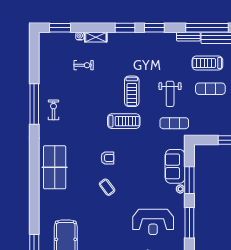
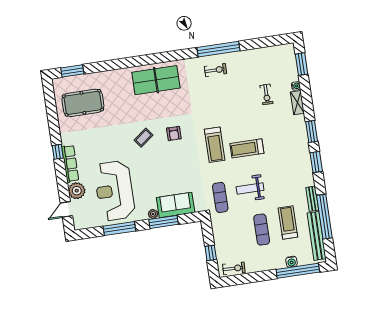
reception desk: (153, 222) -> (114, 191), width x1.36, depth x1.30

